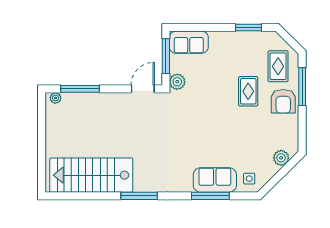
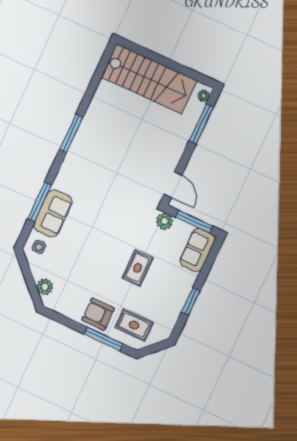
window: (248, 28) -> (191, 301), moved
rug: (248, 91) -> (138, 268), moved, turned 90
stairs: (91, 175) -> (149, 79), moved, turned 90

